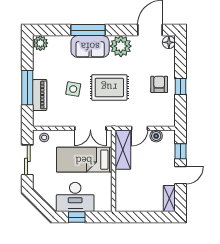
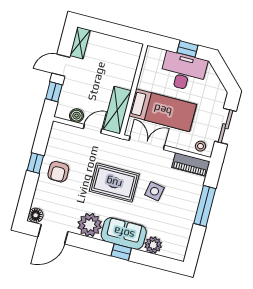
window: (88, 30) -> (121, 252), width x0.46
plant: (40, 43) -> (153, 245), moved
piano: (40, 95) -> (191, 165), moved, turned -90

